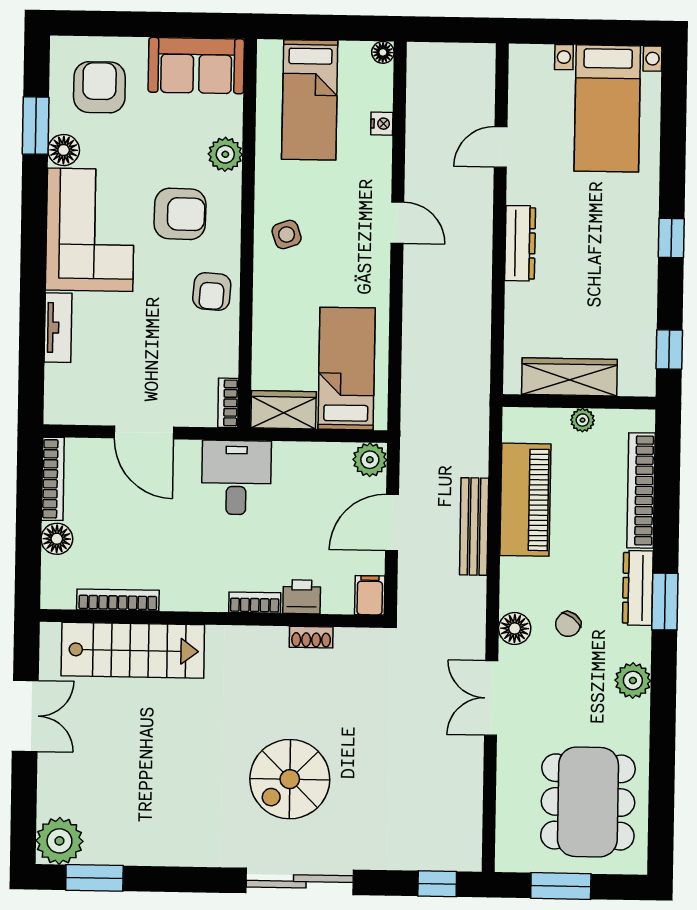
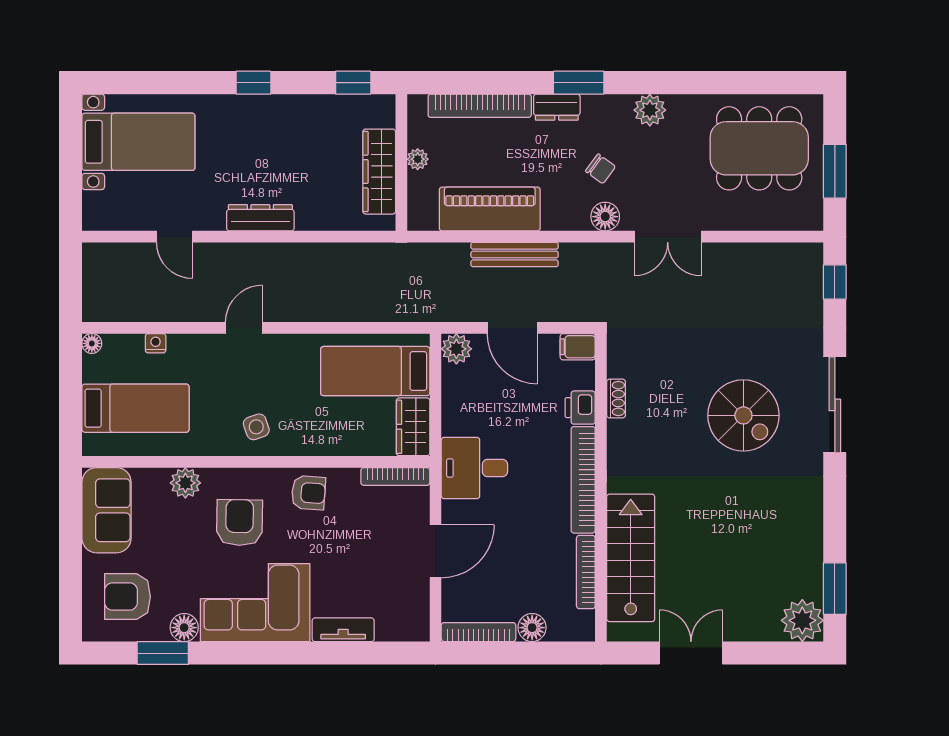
bookcase: (228, 403) -> (395, 476), width x1.56
dresser: (638, 588) -> (557, 107), width x0.70
bookcase: (255, 603) -> (583, 480), width x2.31, depth x1.31

